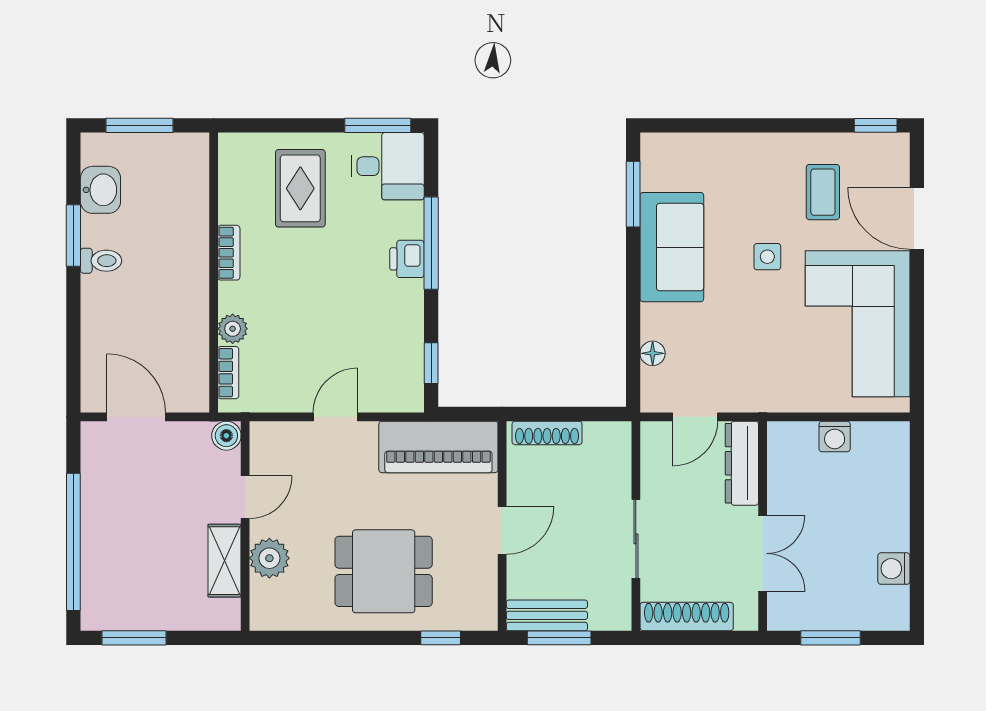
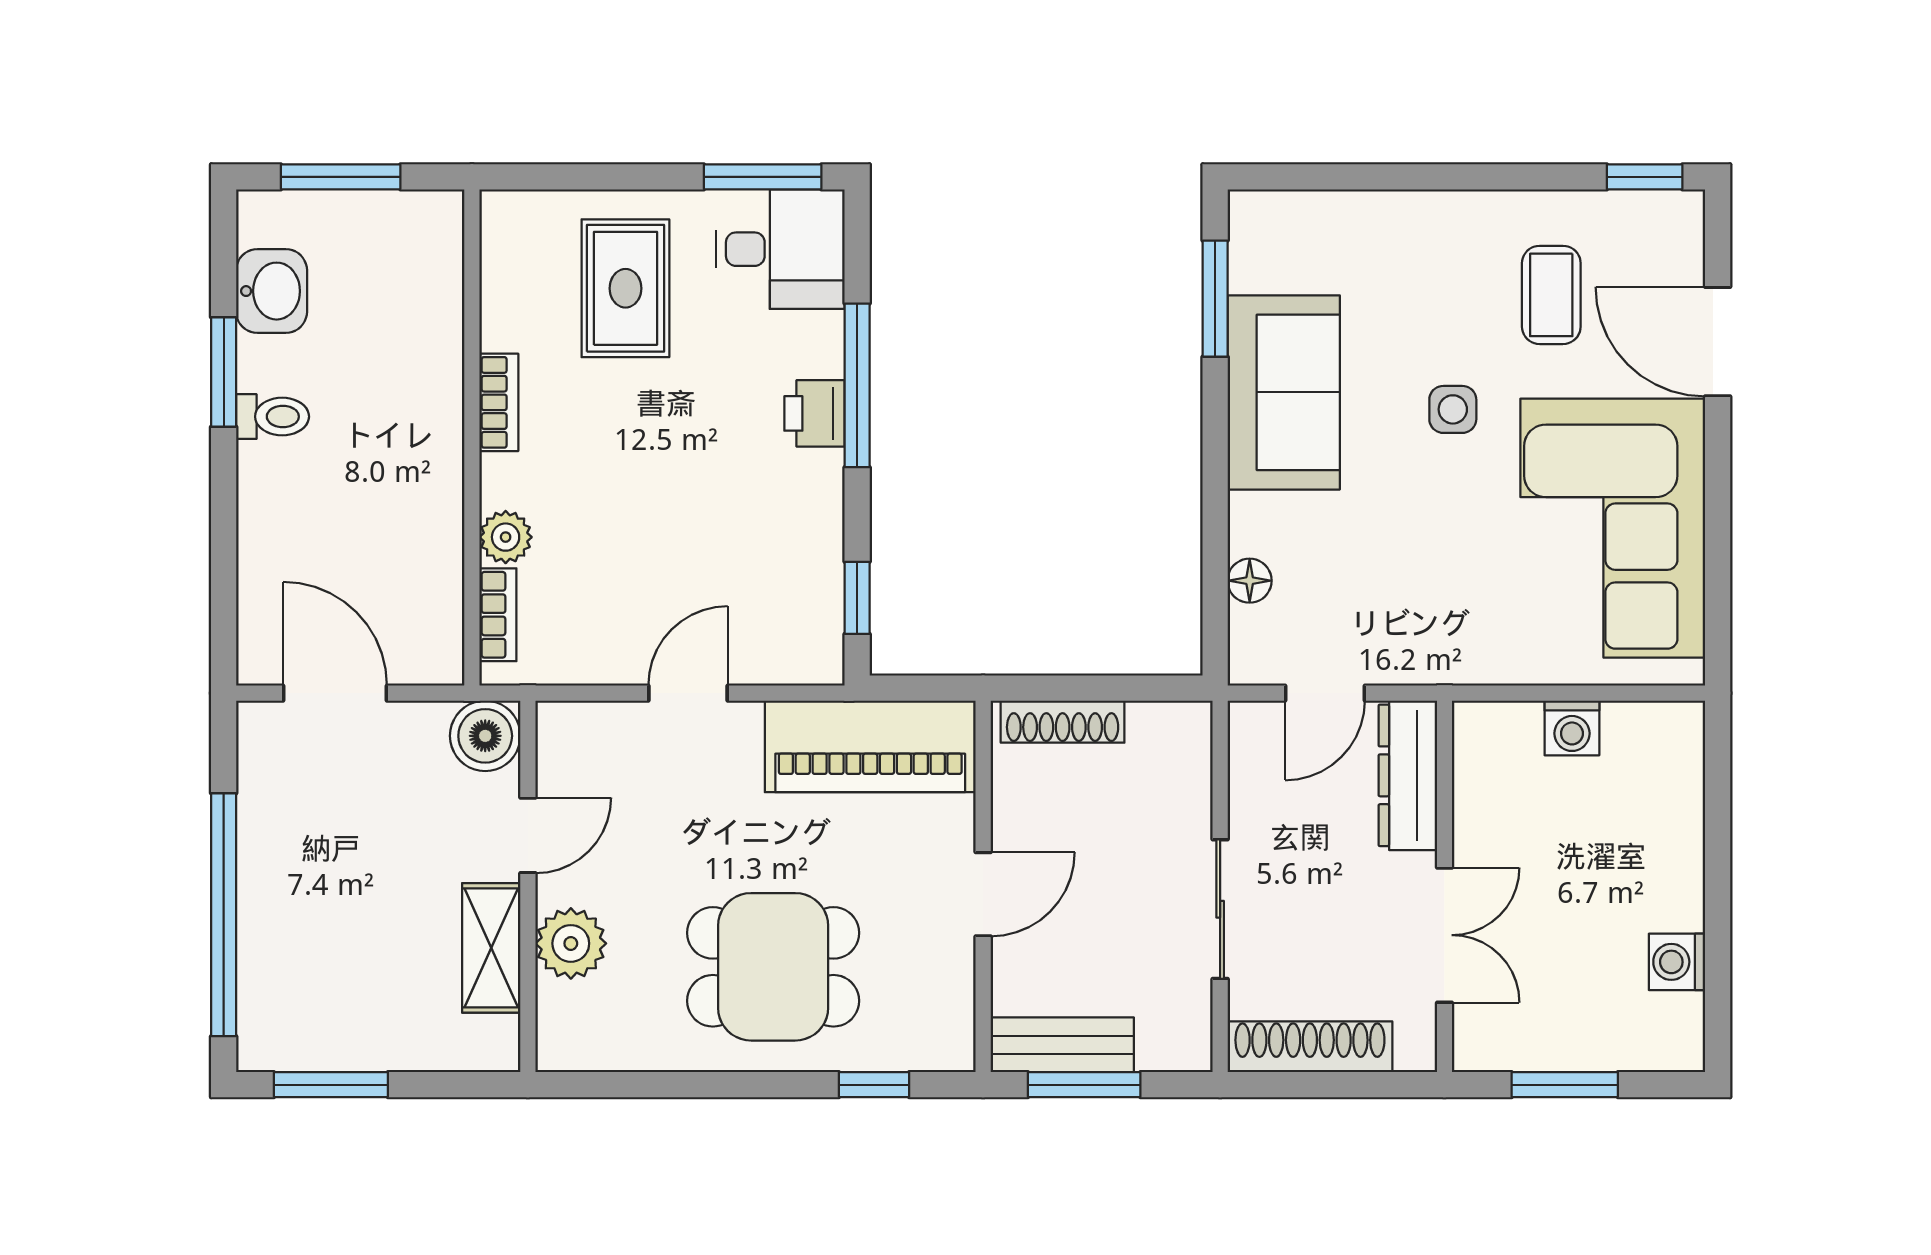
boiler: (226, 436) -> (485, 736), width x1.36, depth x1.36

